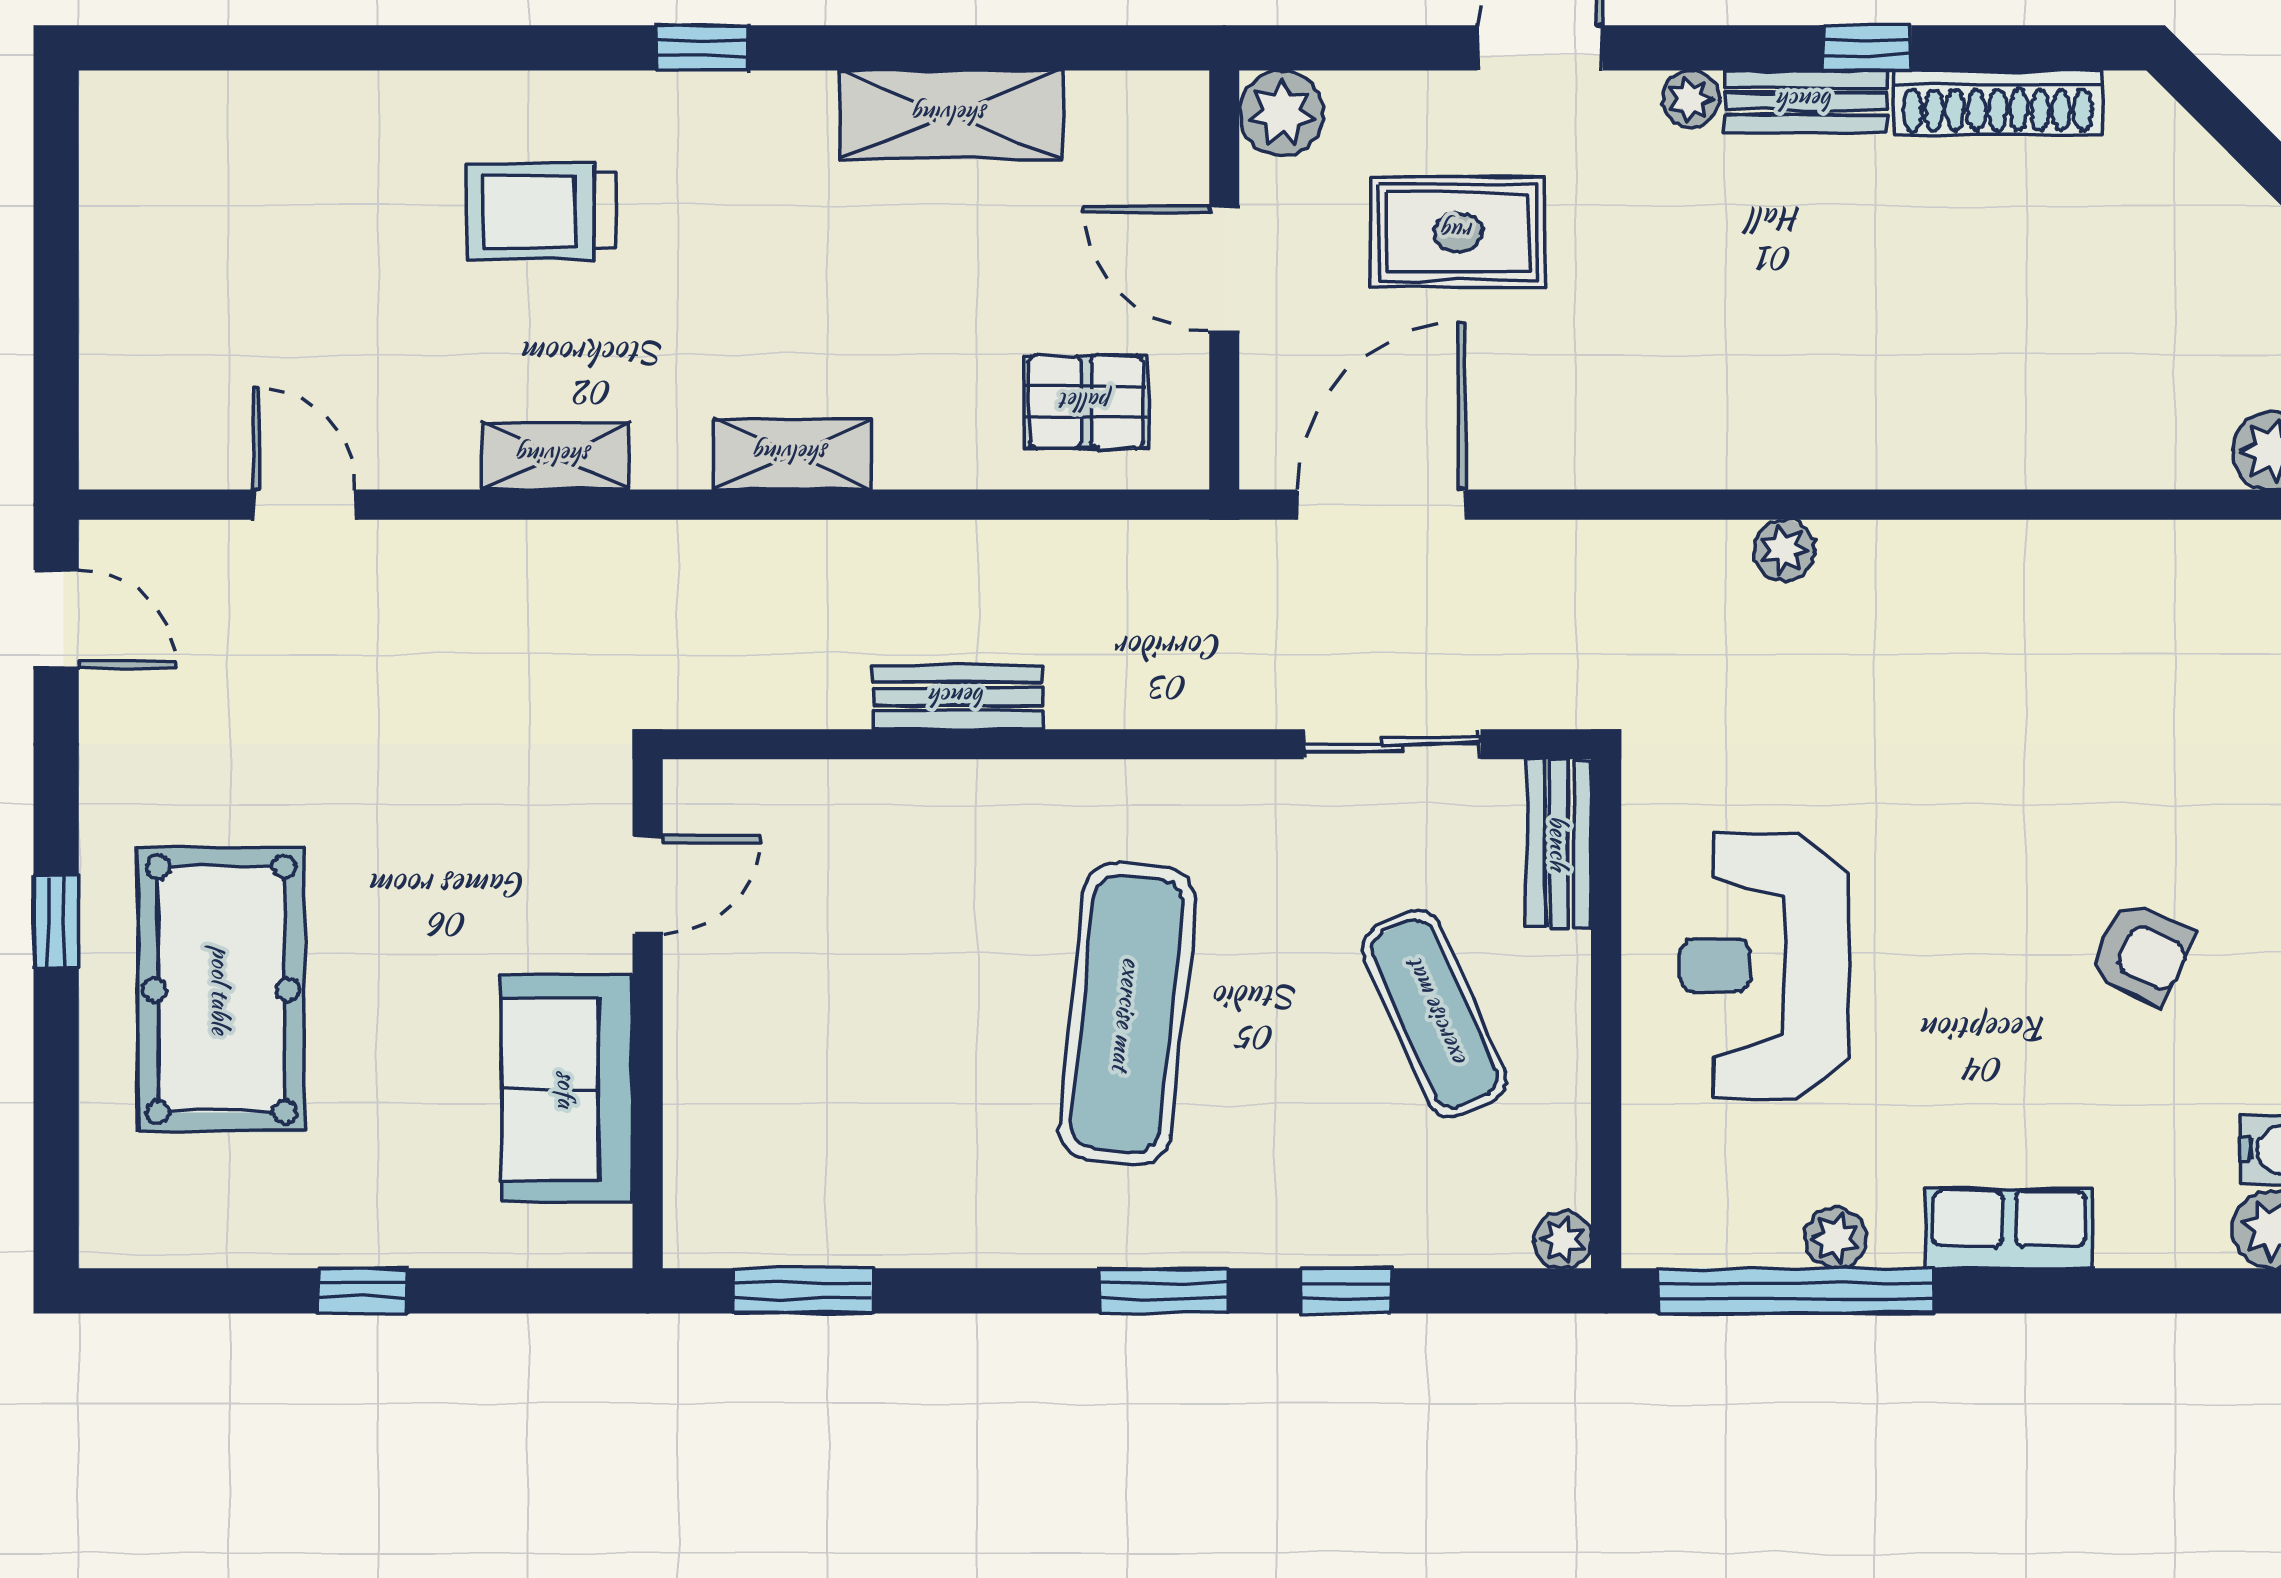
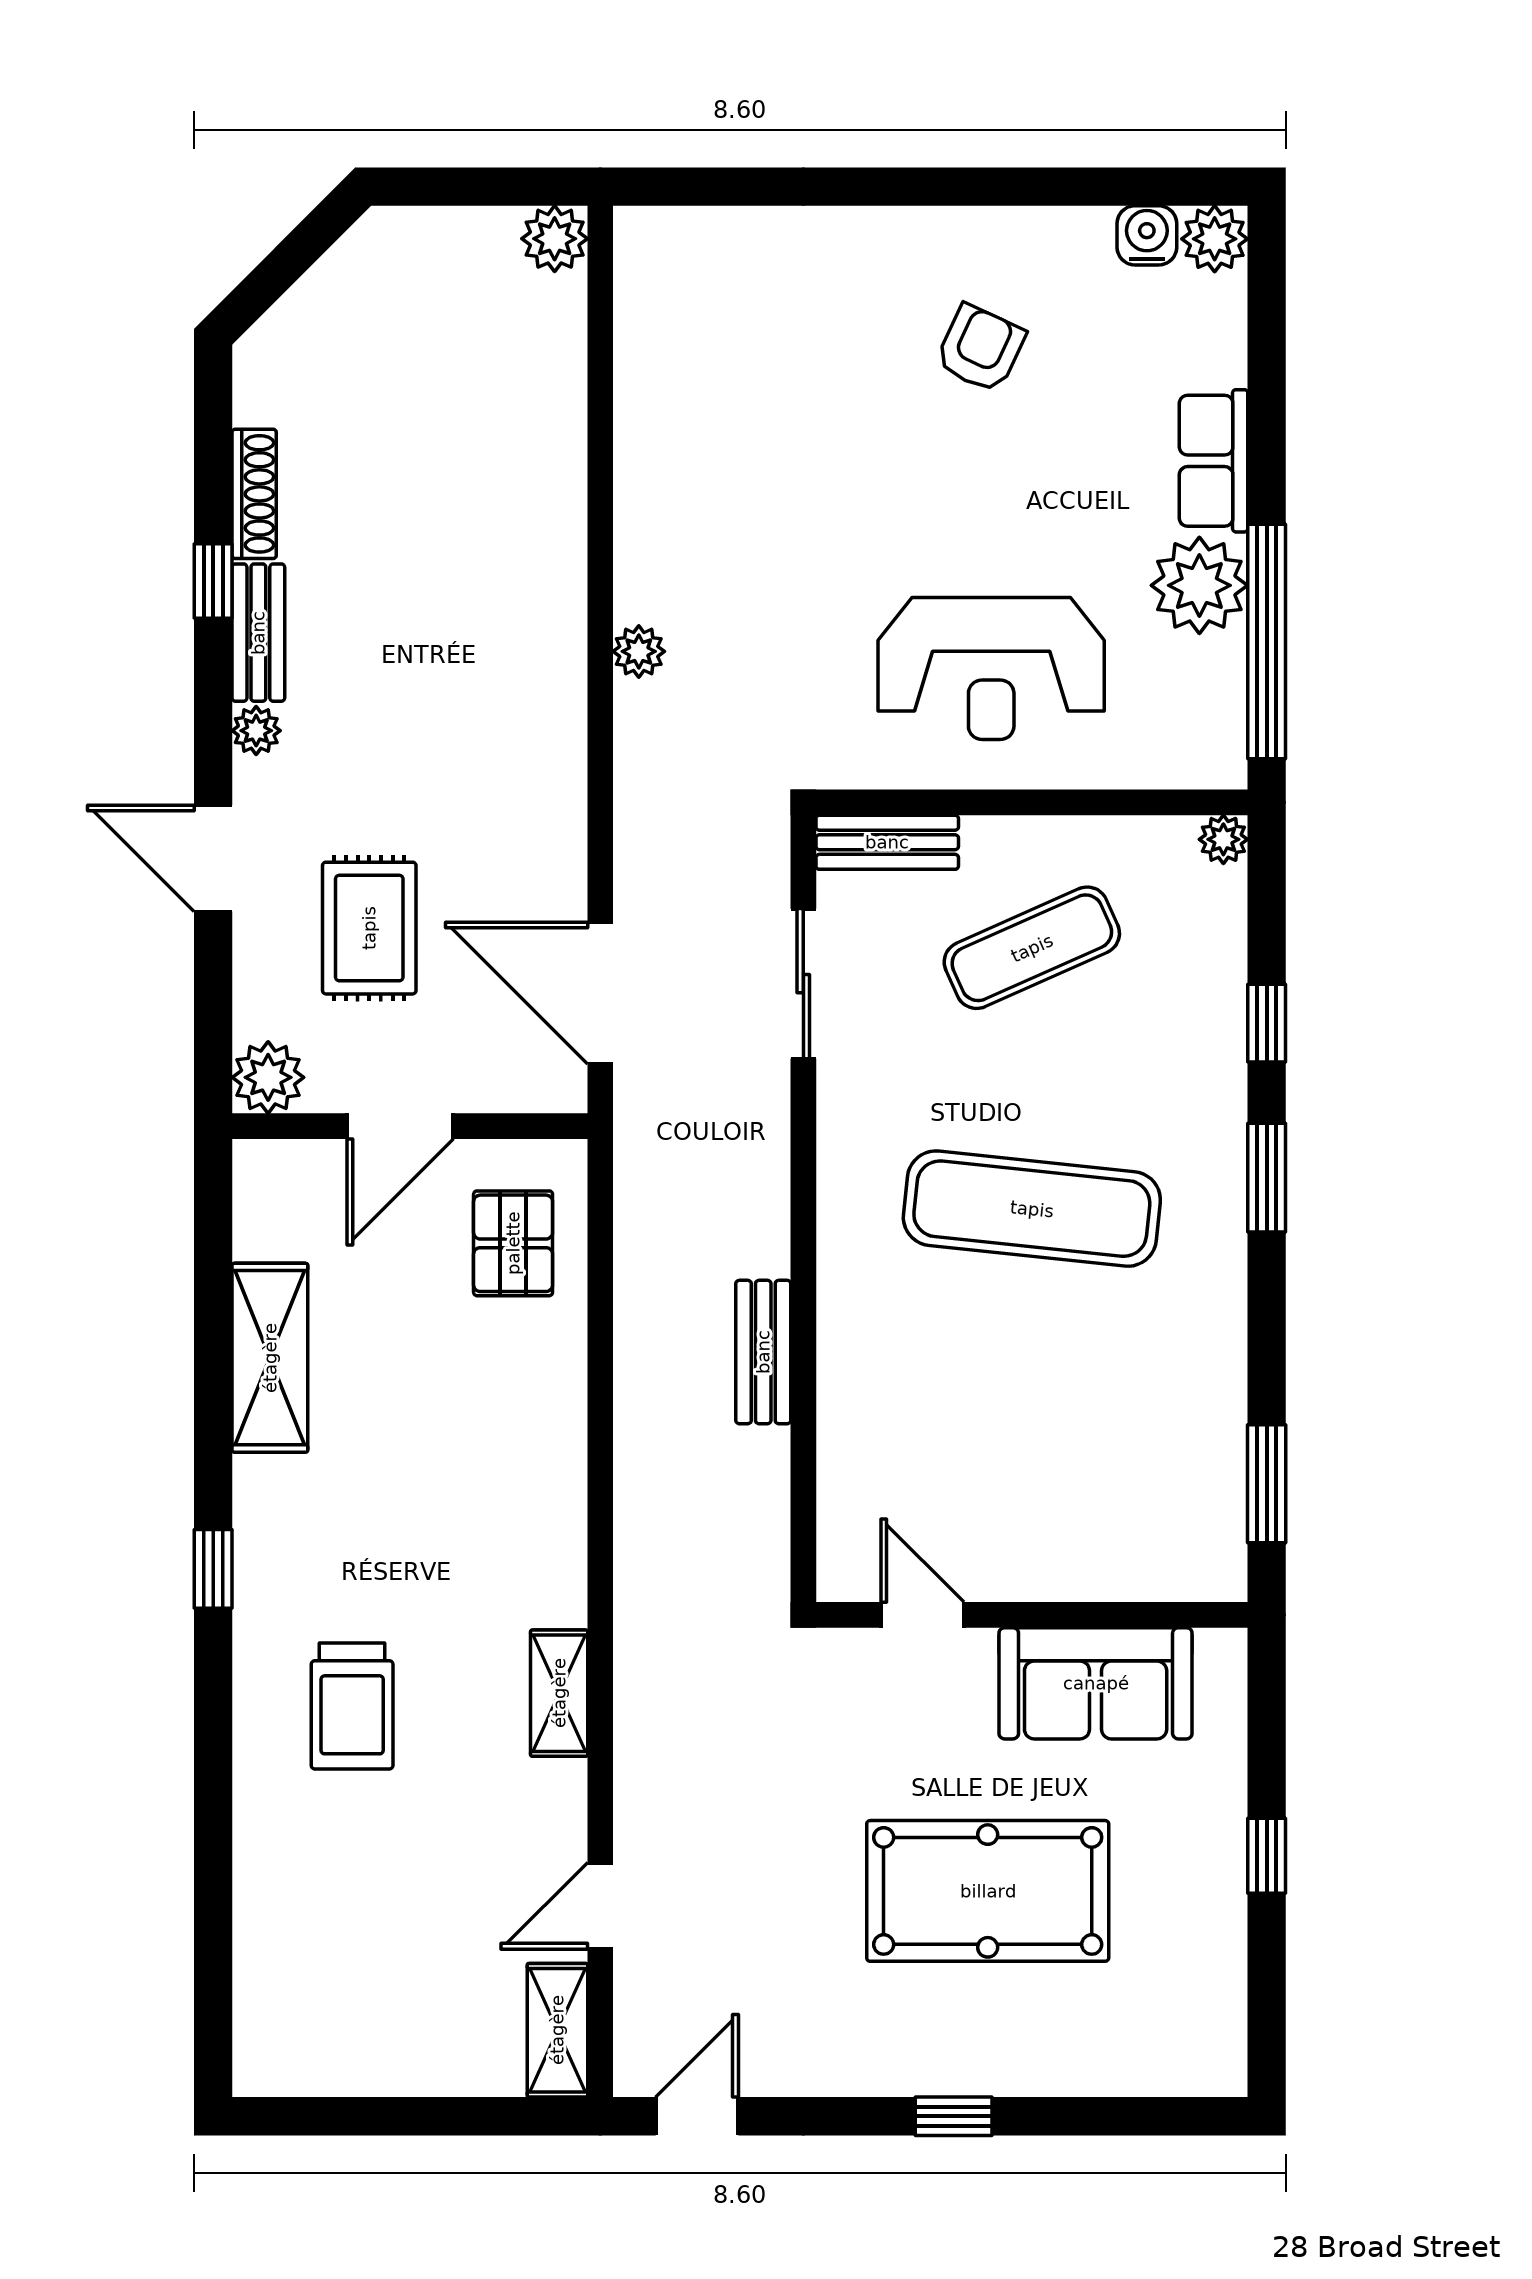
shoe rack: (1998, 102) -> (254, 494), width x0.74, depth x0.81
shelving: (792, 454) -> (557, 2030), moved
pool table: (221, 990) -> (988, 1891), moved
plant: (1836, 1238) -> (1199, 585), width x1.87, depth x1.87

